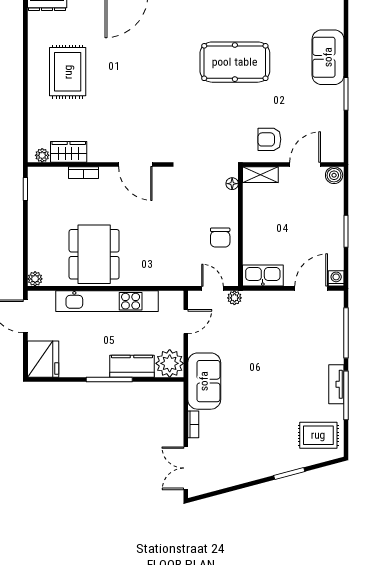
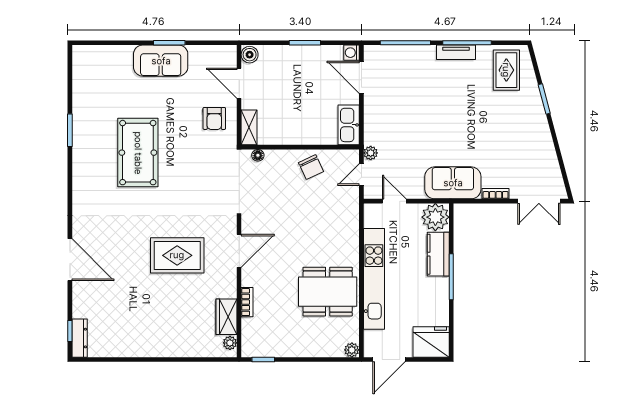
sofa: (328, 57) -> (161, 61), moved
rug: (68, 72) -> (177, 255), moved
chair: (220, 237) -> (311, 167), turned 65

